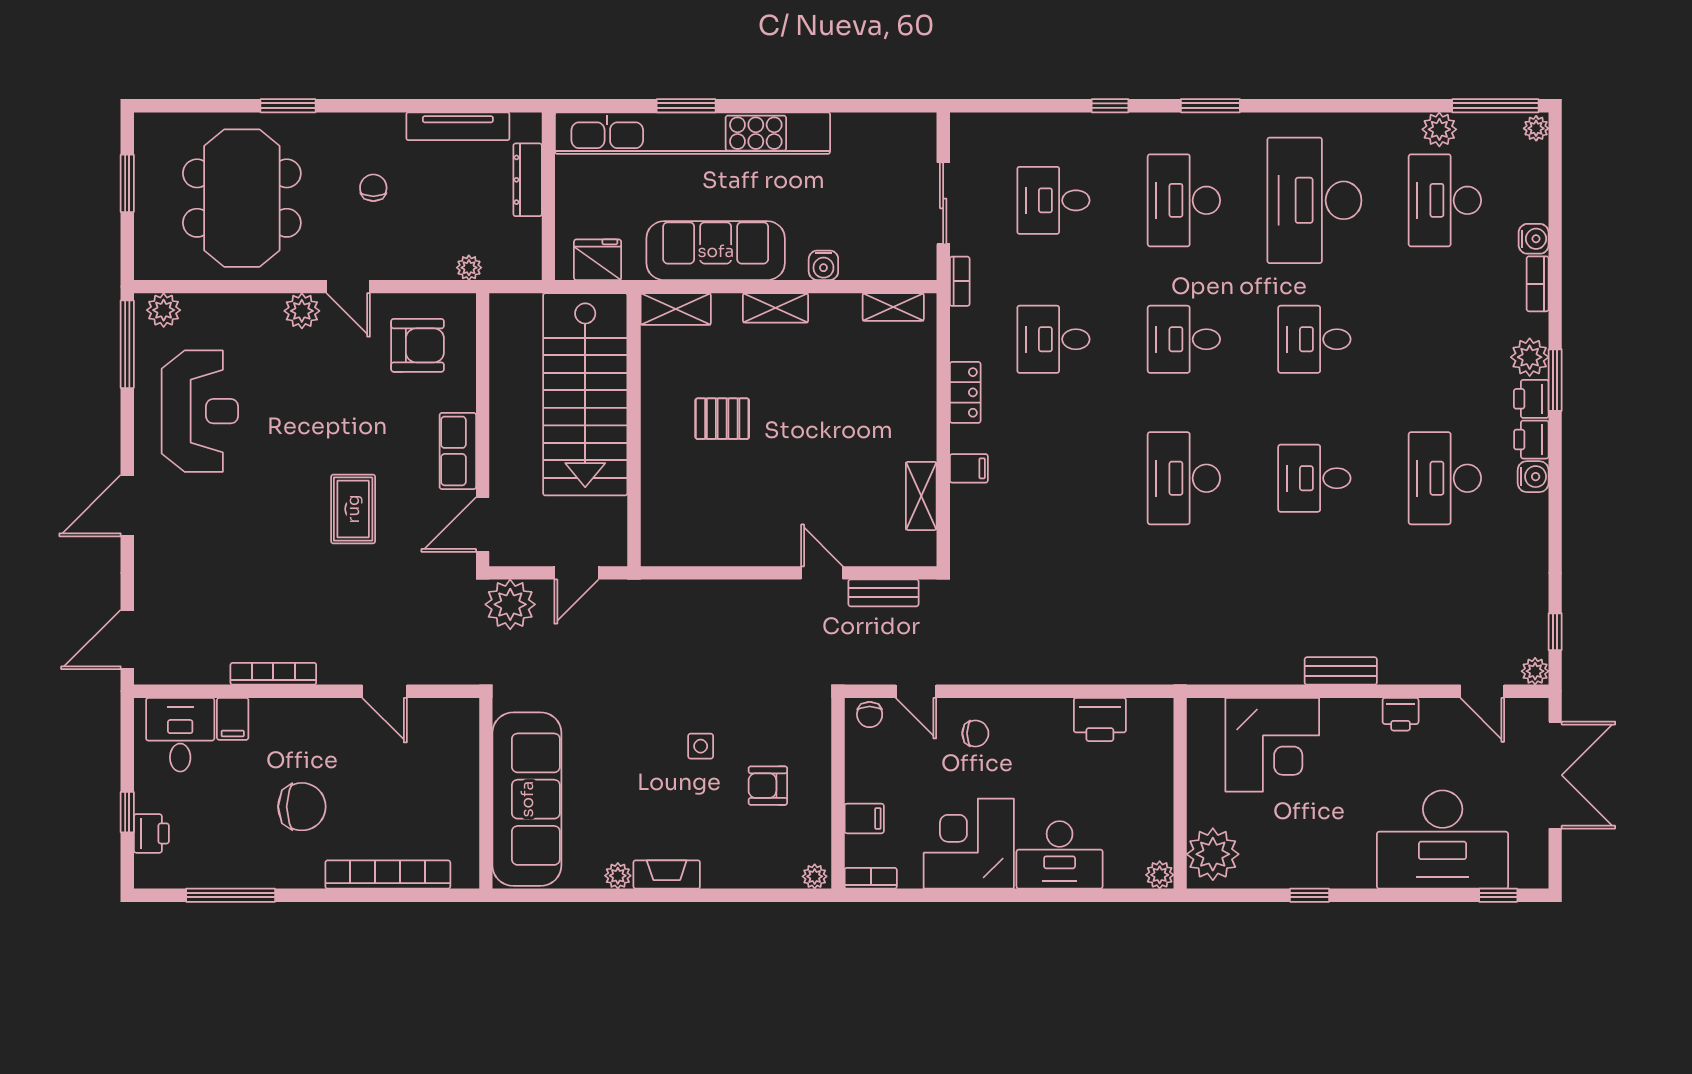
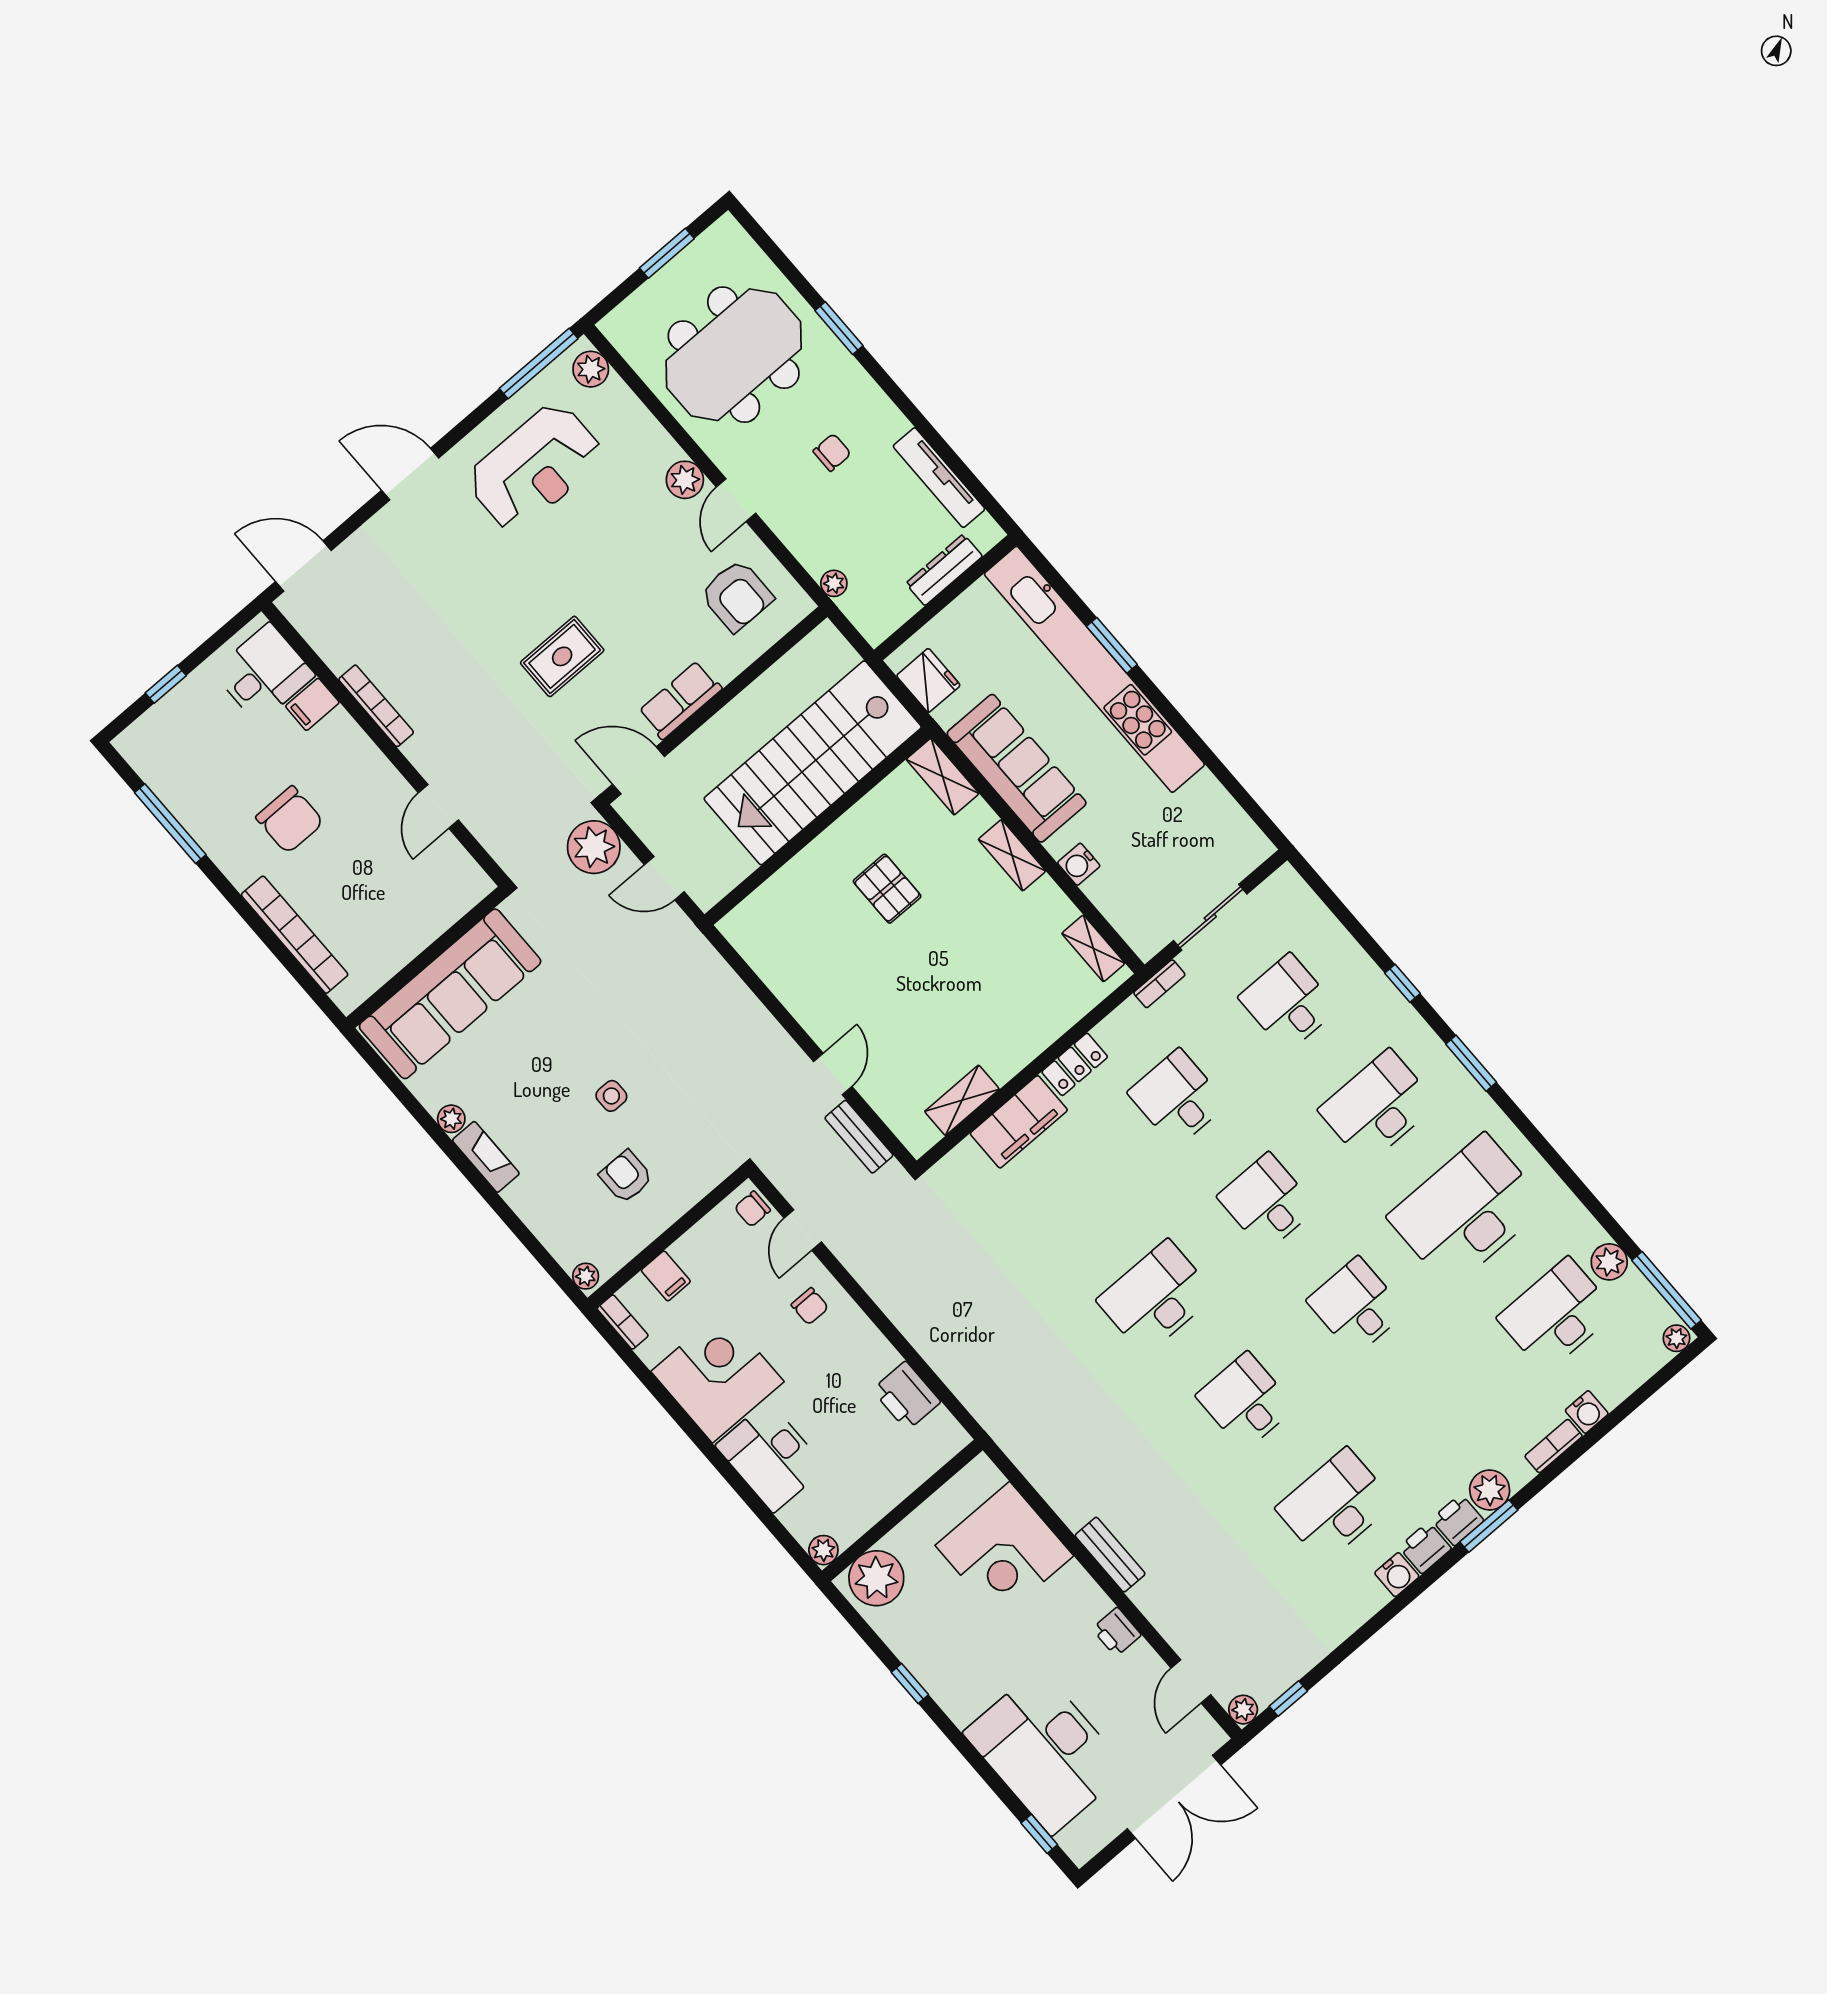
filing cabinet: (969, 468) -> (1019, 1122), width x3.00, depth x1.17
printer: (151, 833) -> (165, 718), removed

